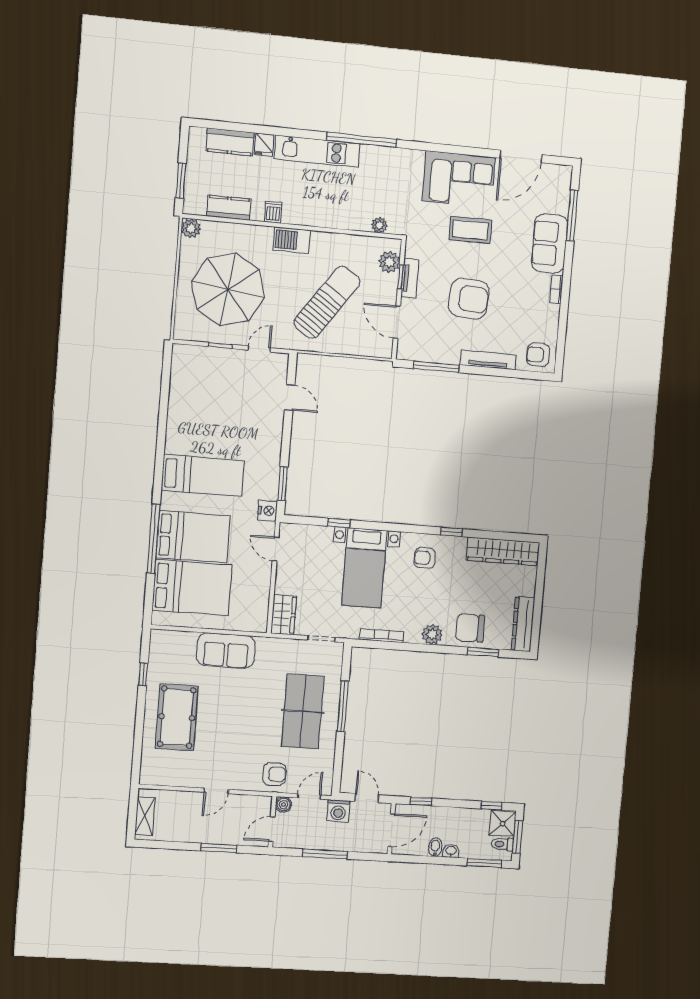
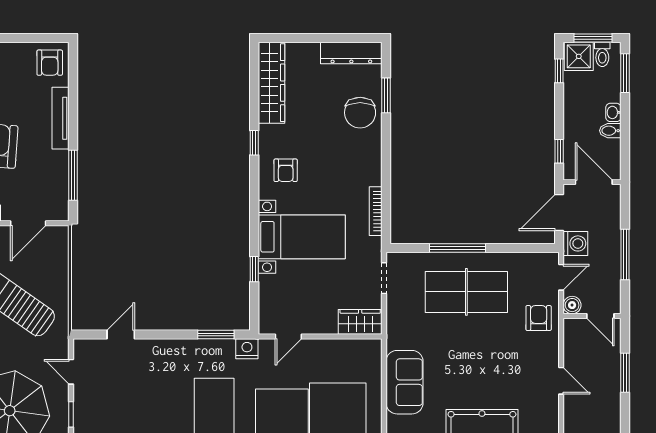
plant: (432, 634) -> (370, 155), removed
door: (309, 796) -> (561, 277), swing flipped
door: (367, 798) -> (559, 213), width x1.38

